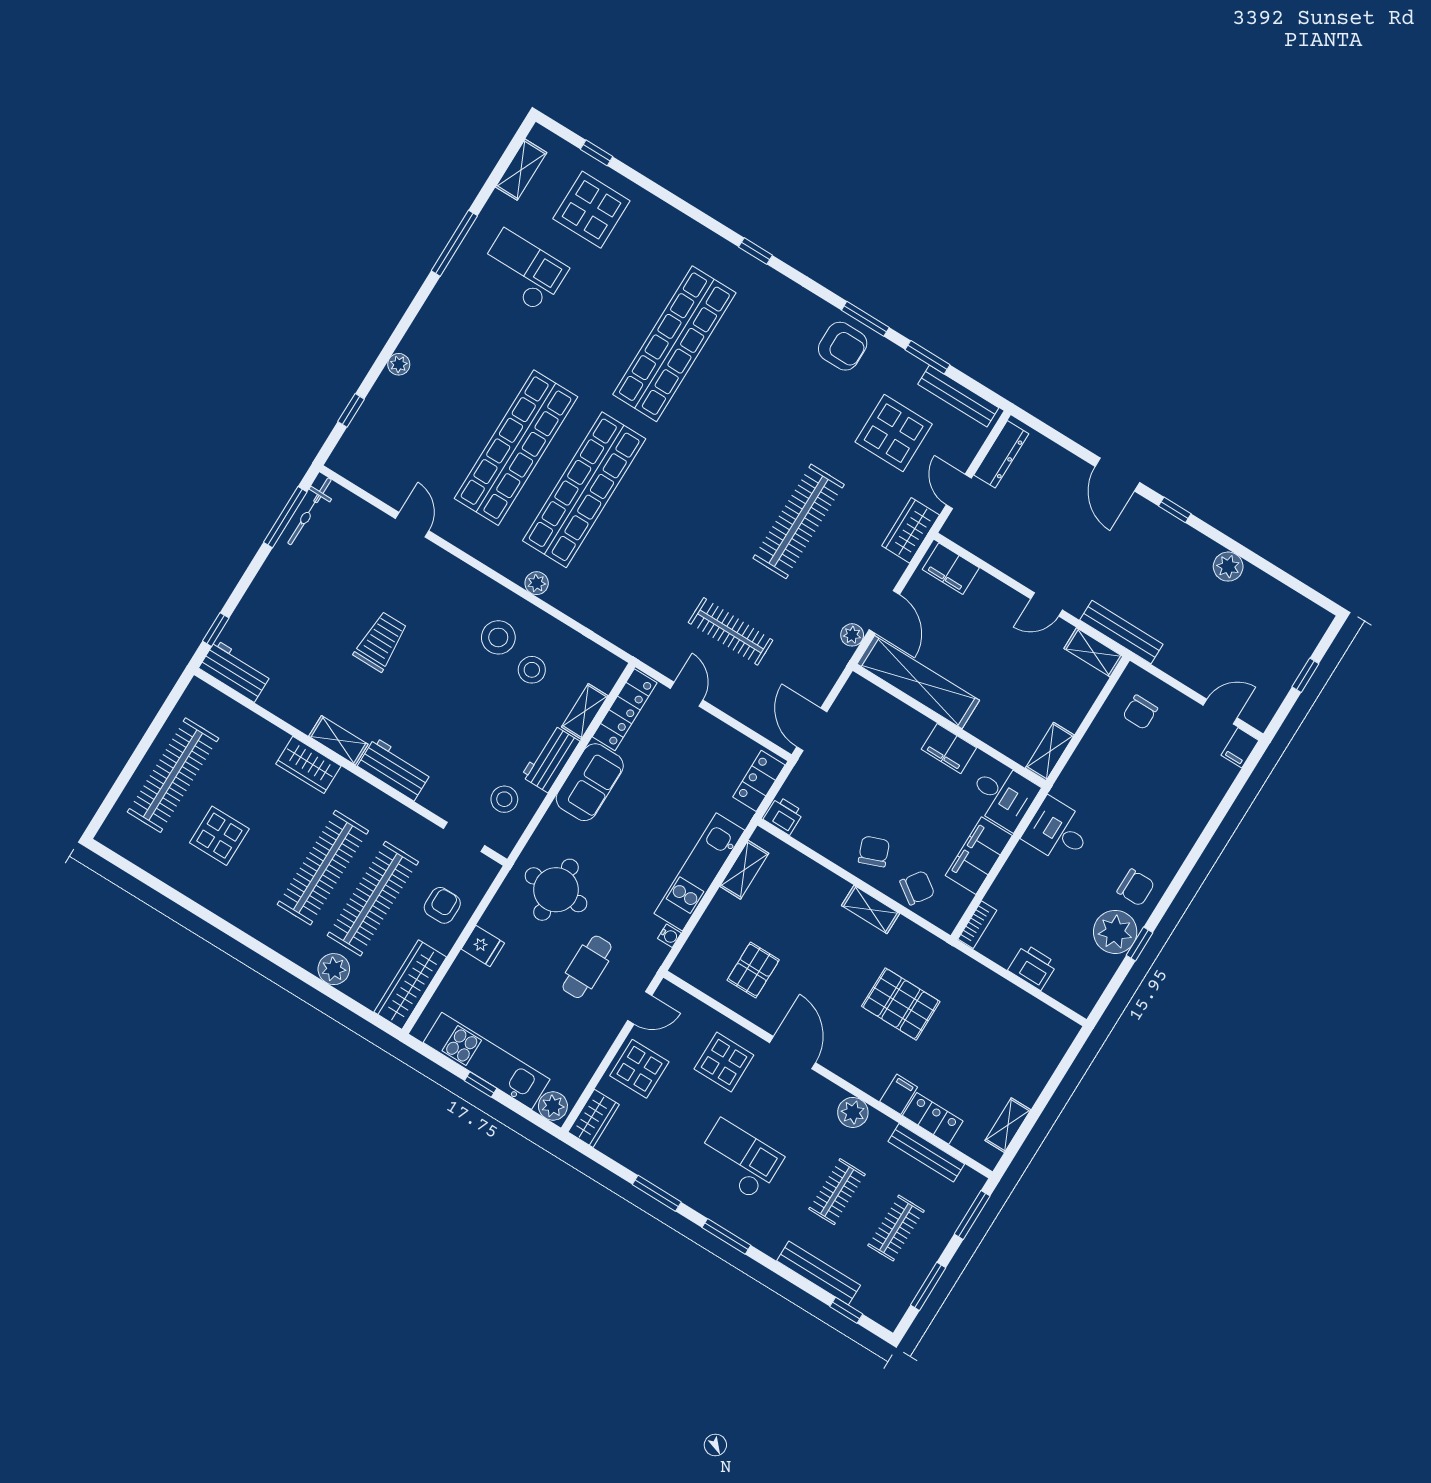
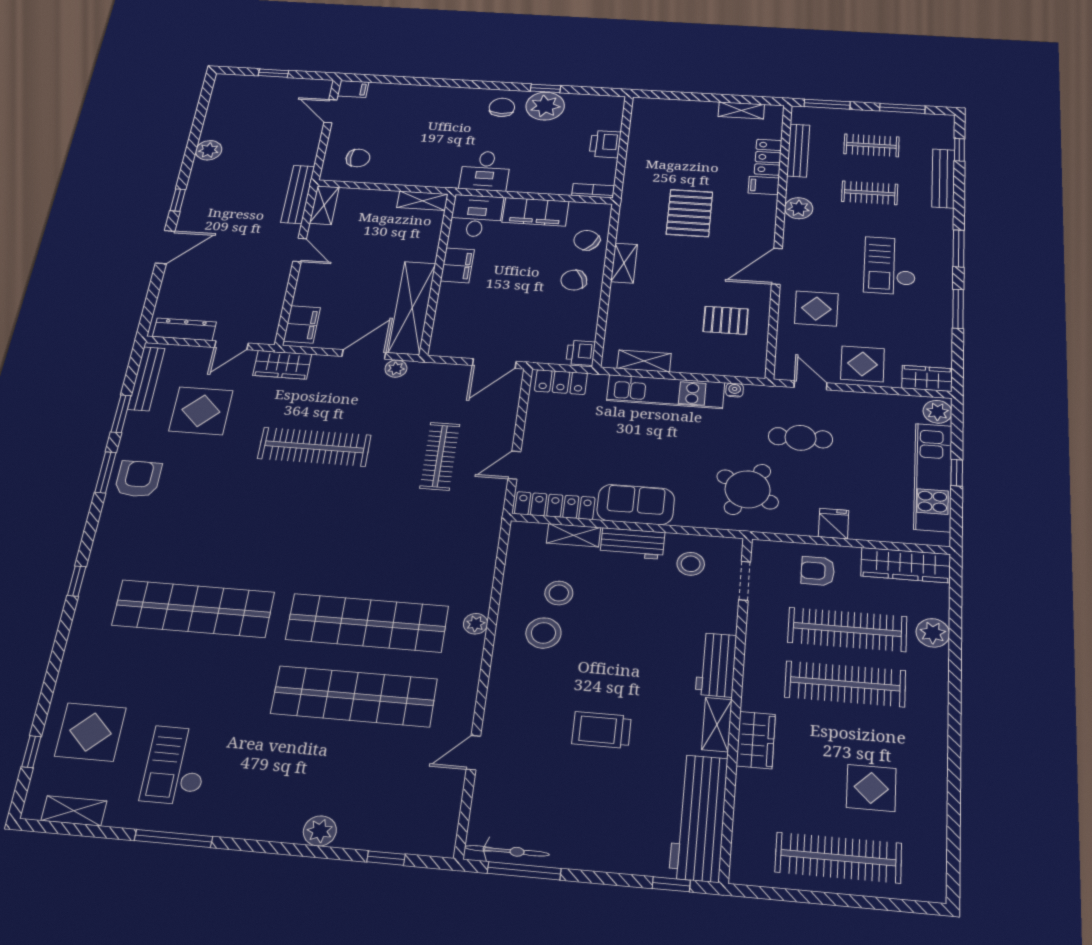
plant: (399, 364) -> (320, 831), width x1.38, depth x1.38
workbench: (235, 671) -> (699, 818), width x1.87, depth x1.32
round table: (556, 890) -> (748, 489), turned 30

